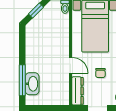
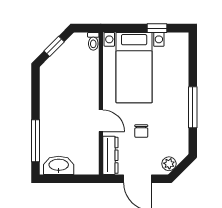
washbasin: (32, 84) -> (59, 165), moved, turned -90

